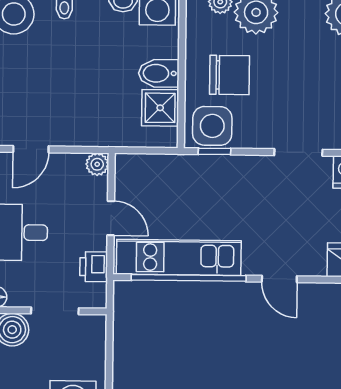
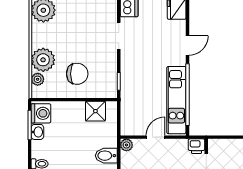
bidet: (159, 73) -> (106, 156), moved, turned 90
chair: (230, 75) -> (77, 74), turned 90
side table: (212, 126) -> (105, 83), removed
printer: (94, 267) -> (197, 146), moved

